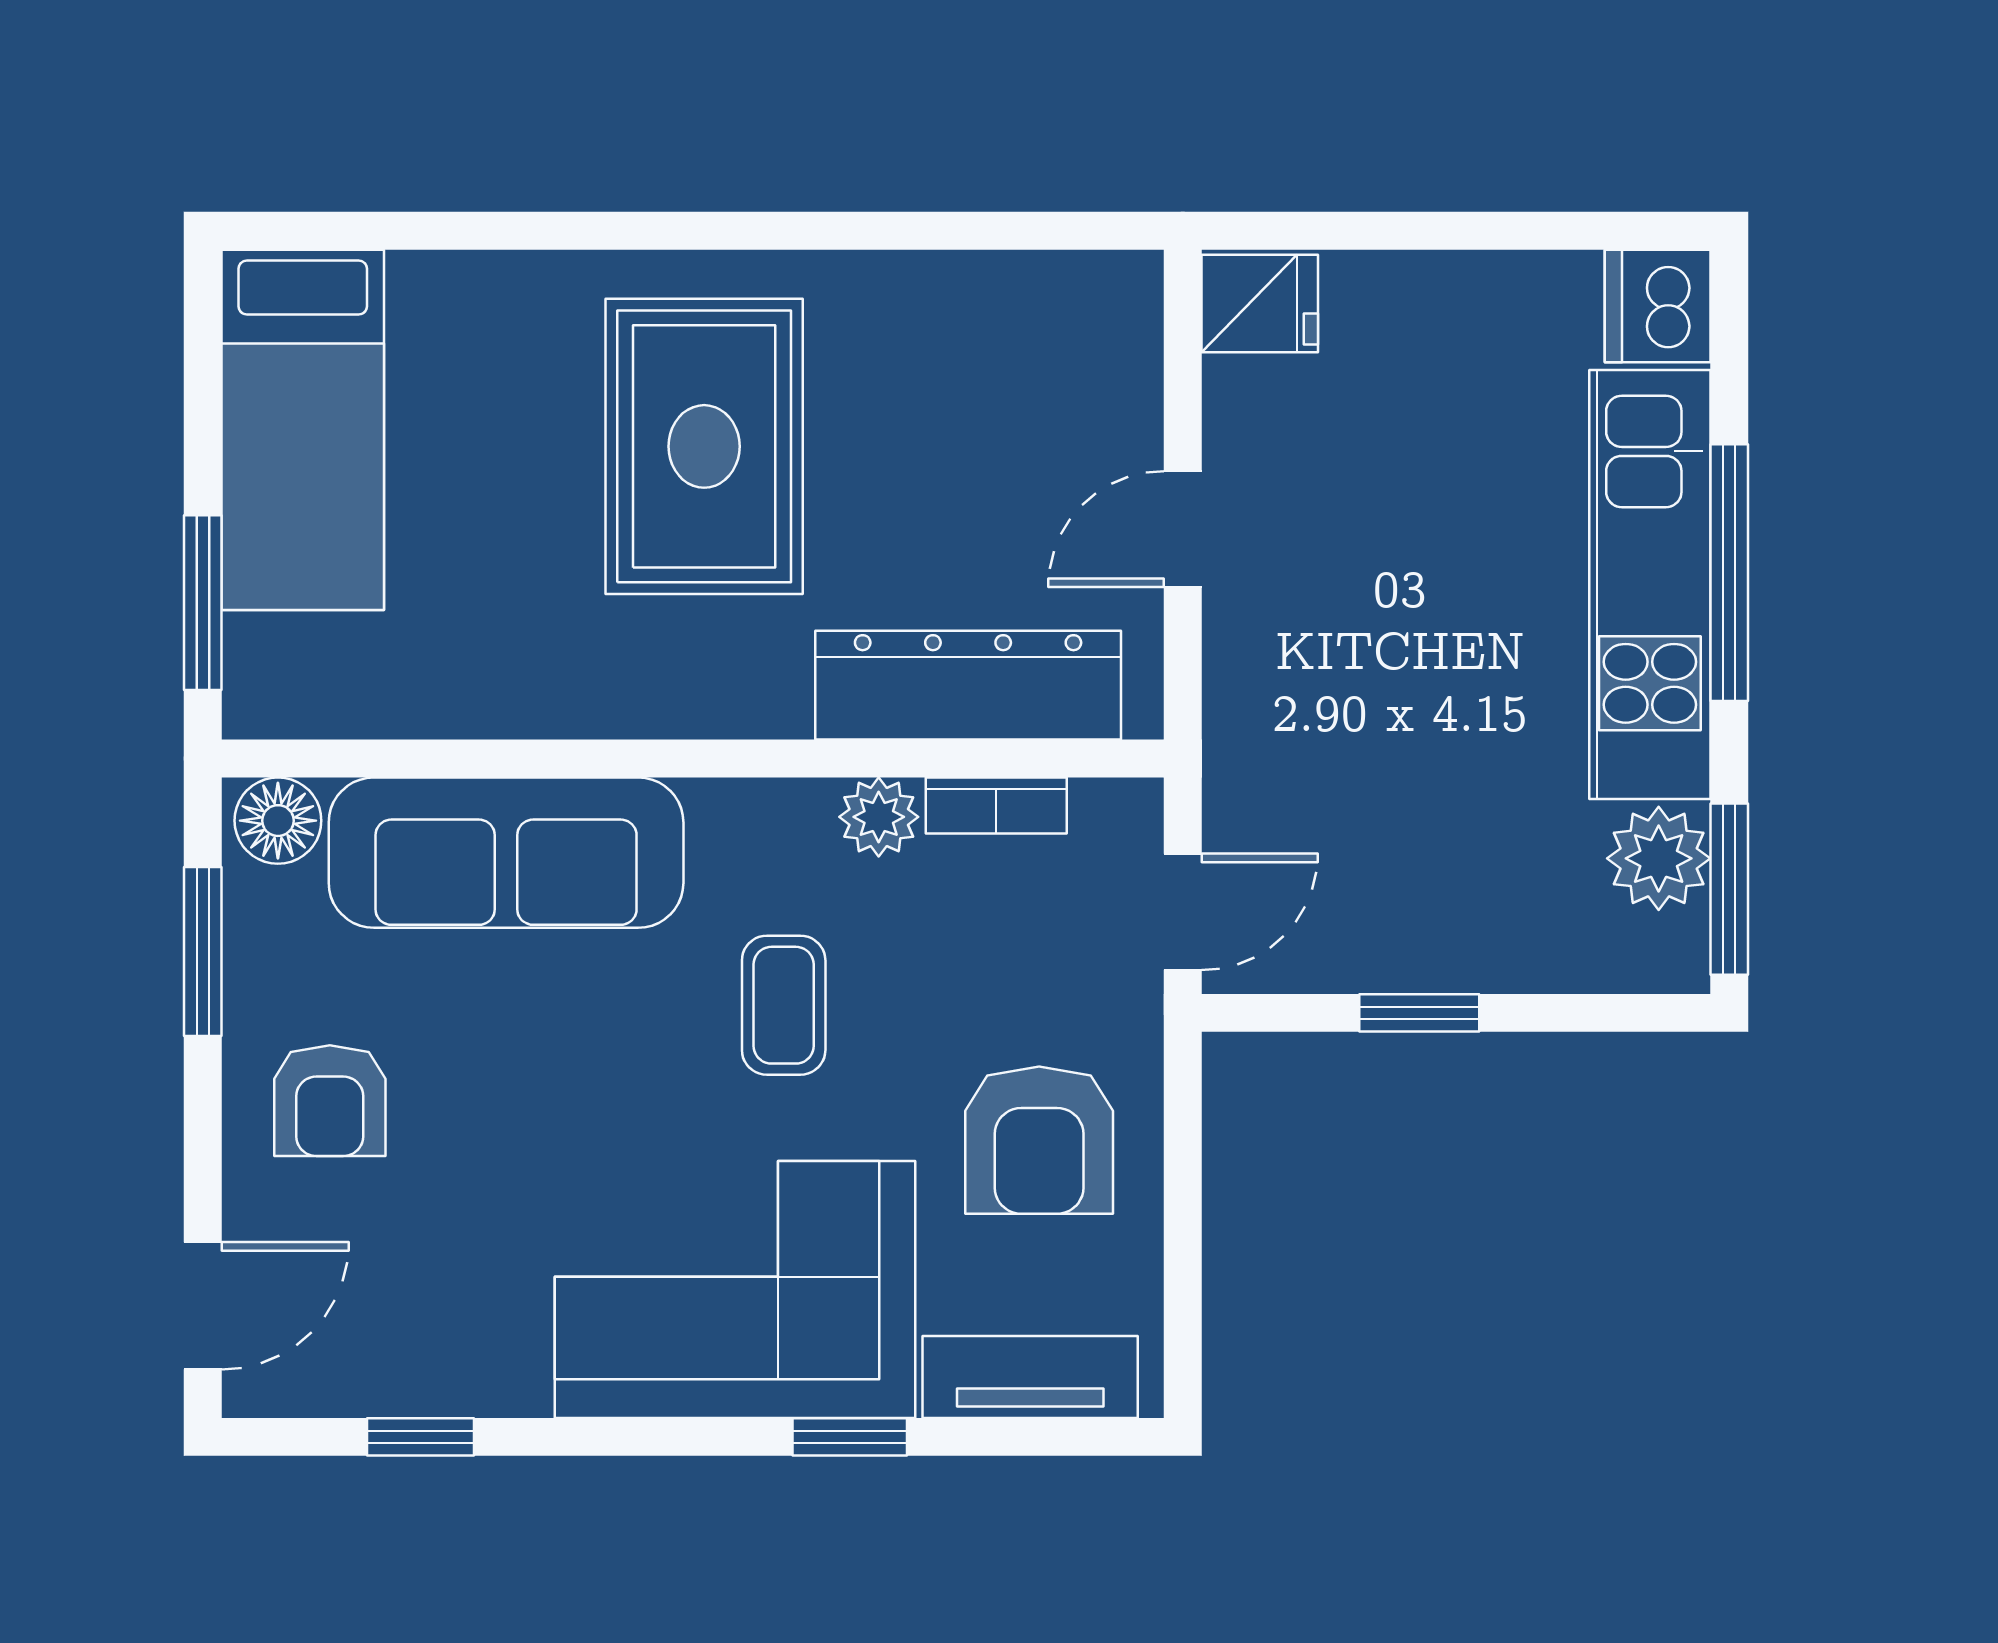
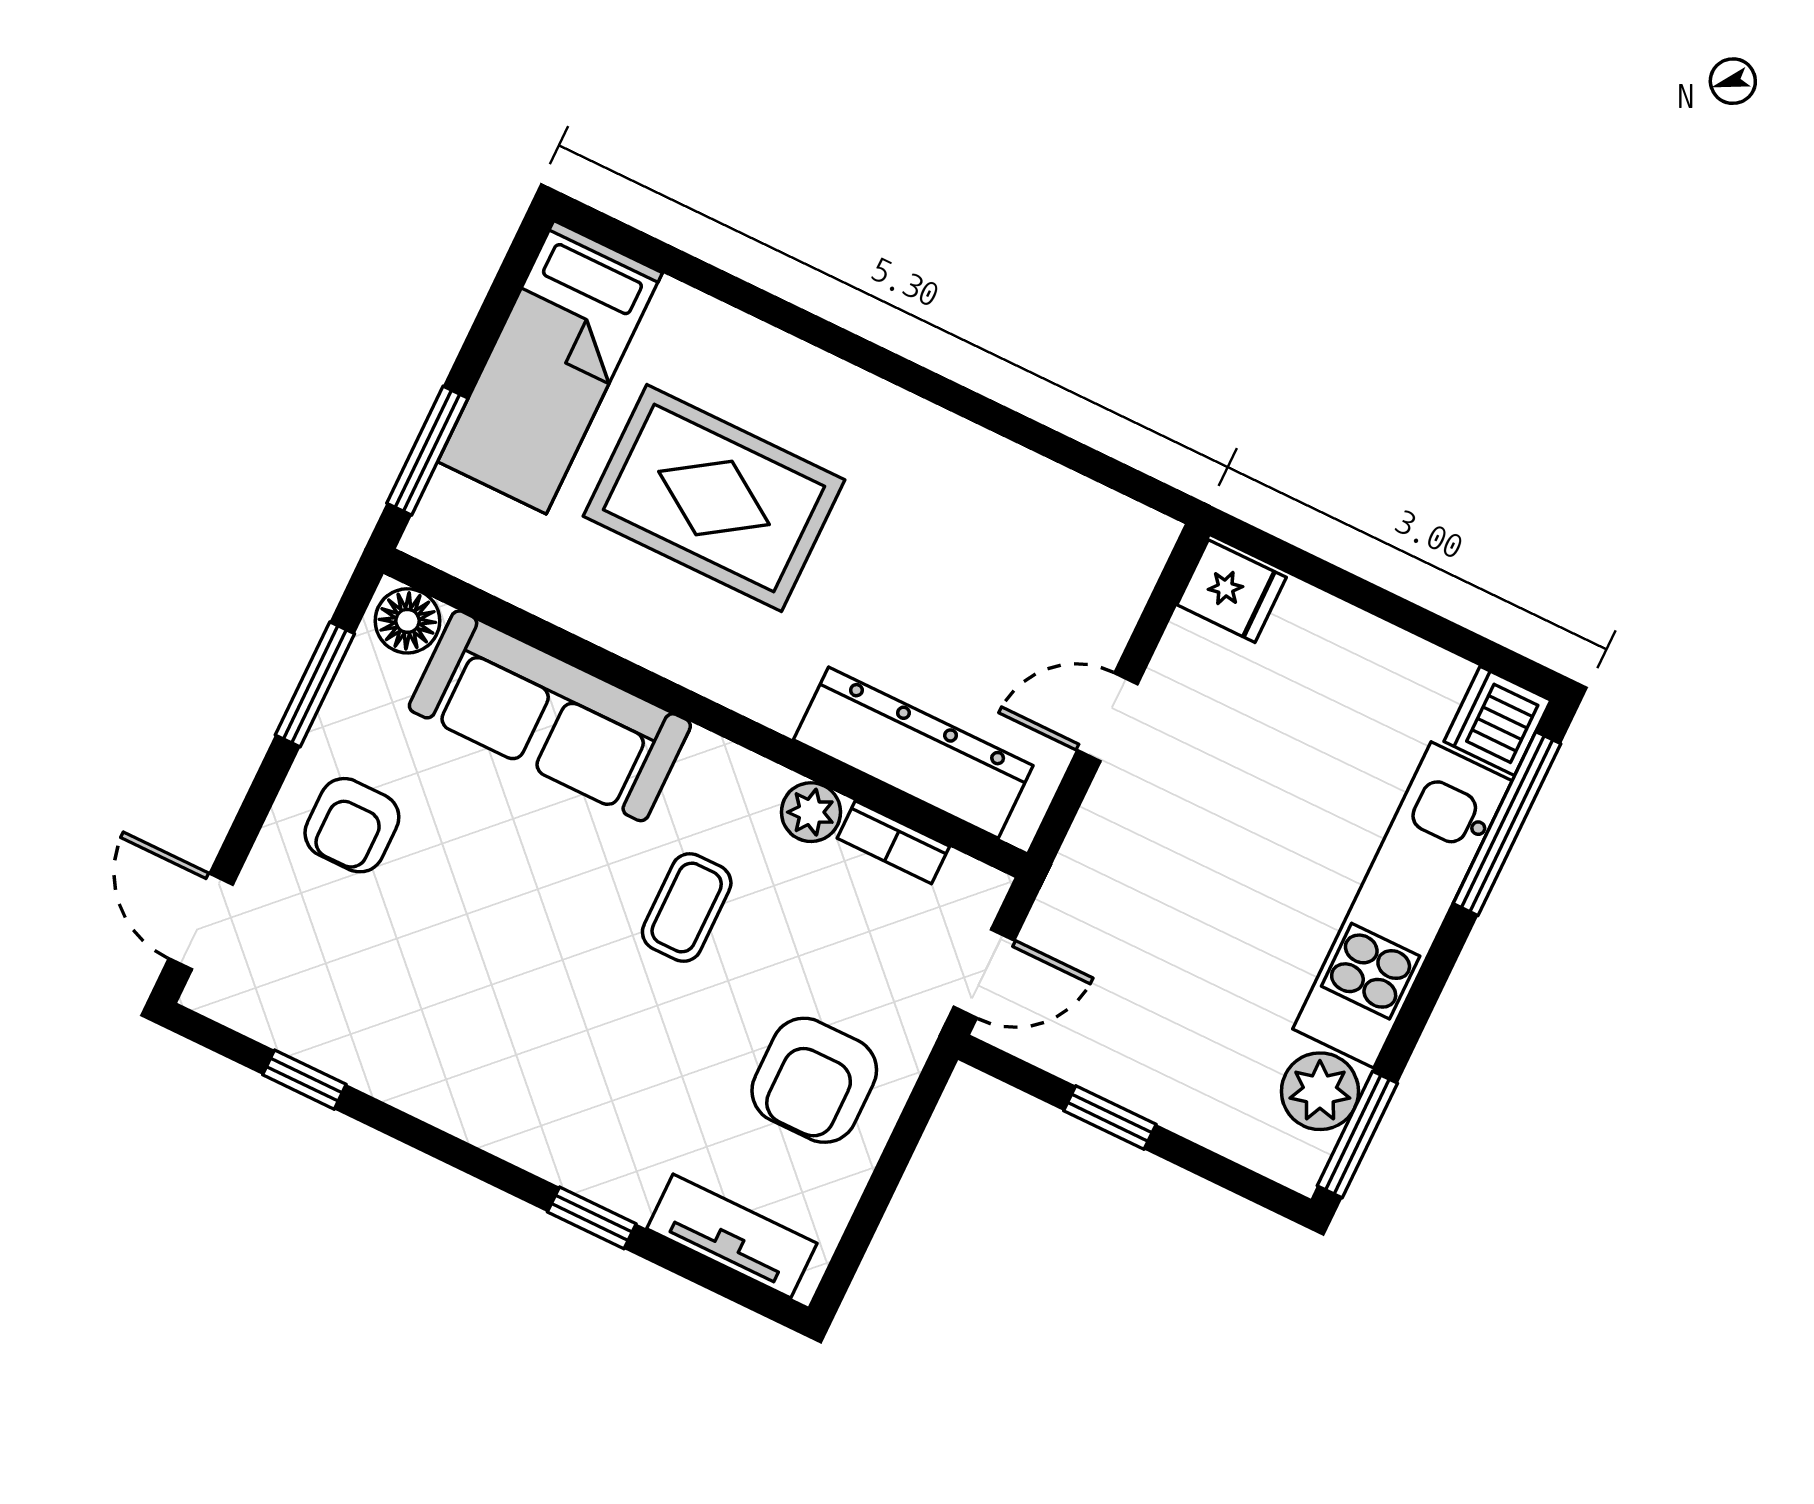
rug: (704, 446) -> (714, 498), moved, turned 90
window: (1729, 573) -> (1507, 824), moved
corner sofa: (735, 1289) -> (562, 1082), removed
door: (203, 1306) -> (201, 922), swing flipped

